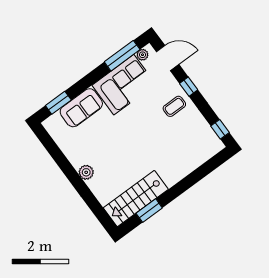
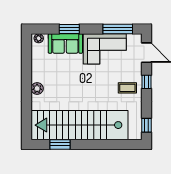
plant: (142, 55) -> (39, 38), moved
window: (58, 103) -> (69, 29), moved
stairs: (136, 199) -> (79, 125), width x1.86, depth x1.51

